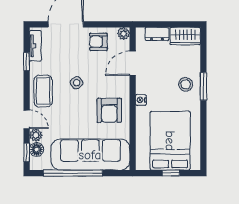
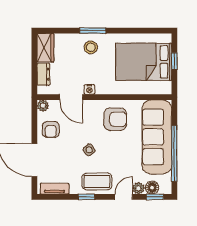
window: (27, 61) -> (86, 197), moved
nightstand: (141, 100) -> (89, 89), moved

